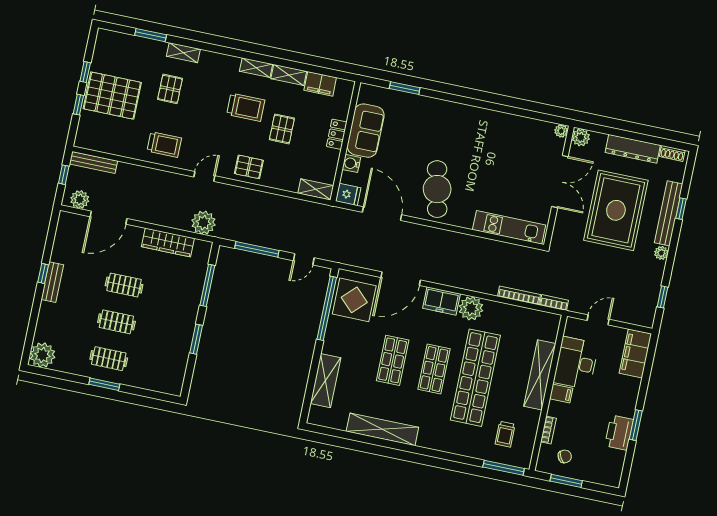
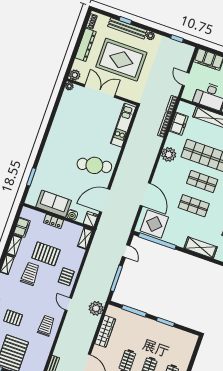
pallet: (282, 129) -> (46, 254), width x1.50, depth x1.42
freezer: (441, 301) -> (179, 124), moved

